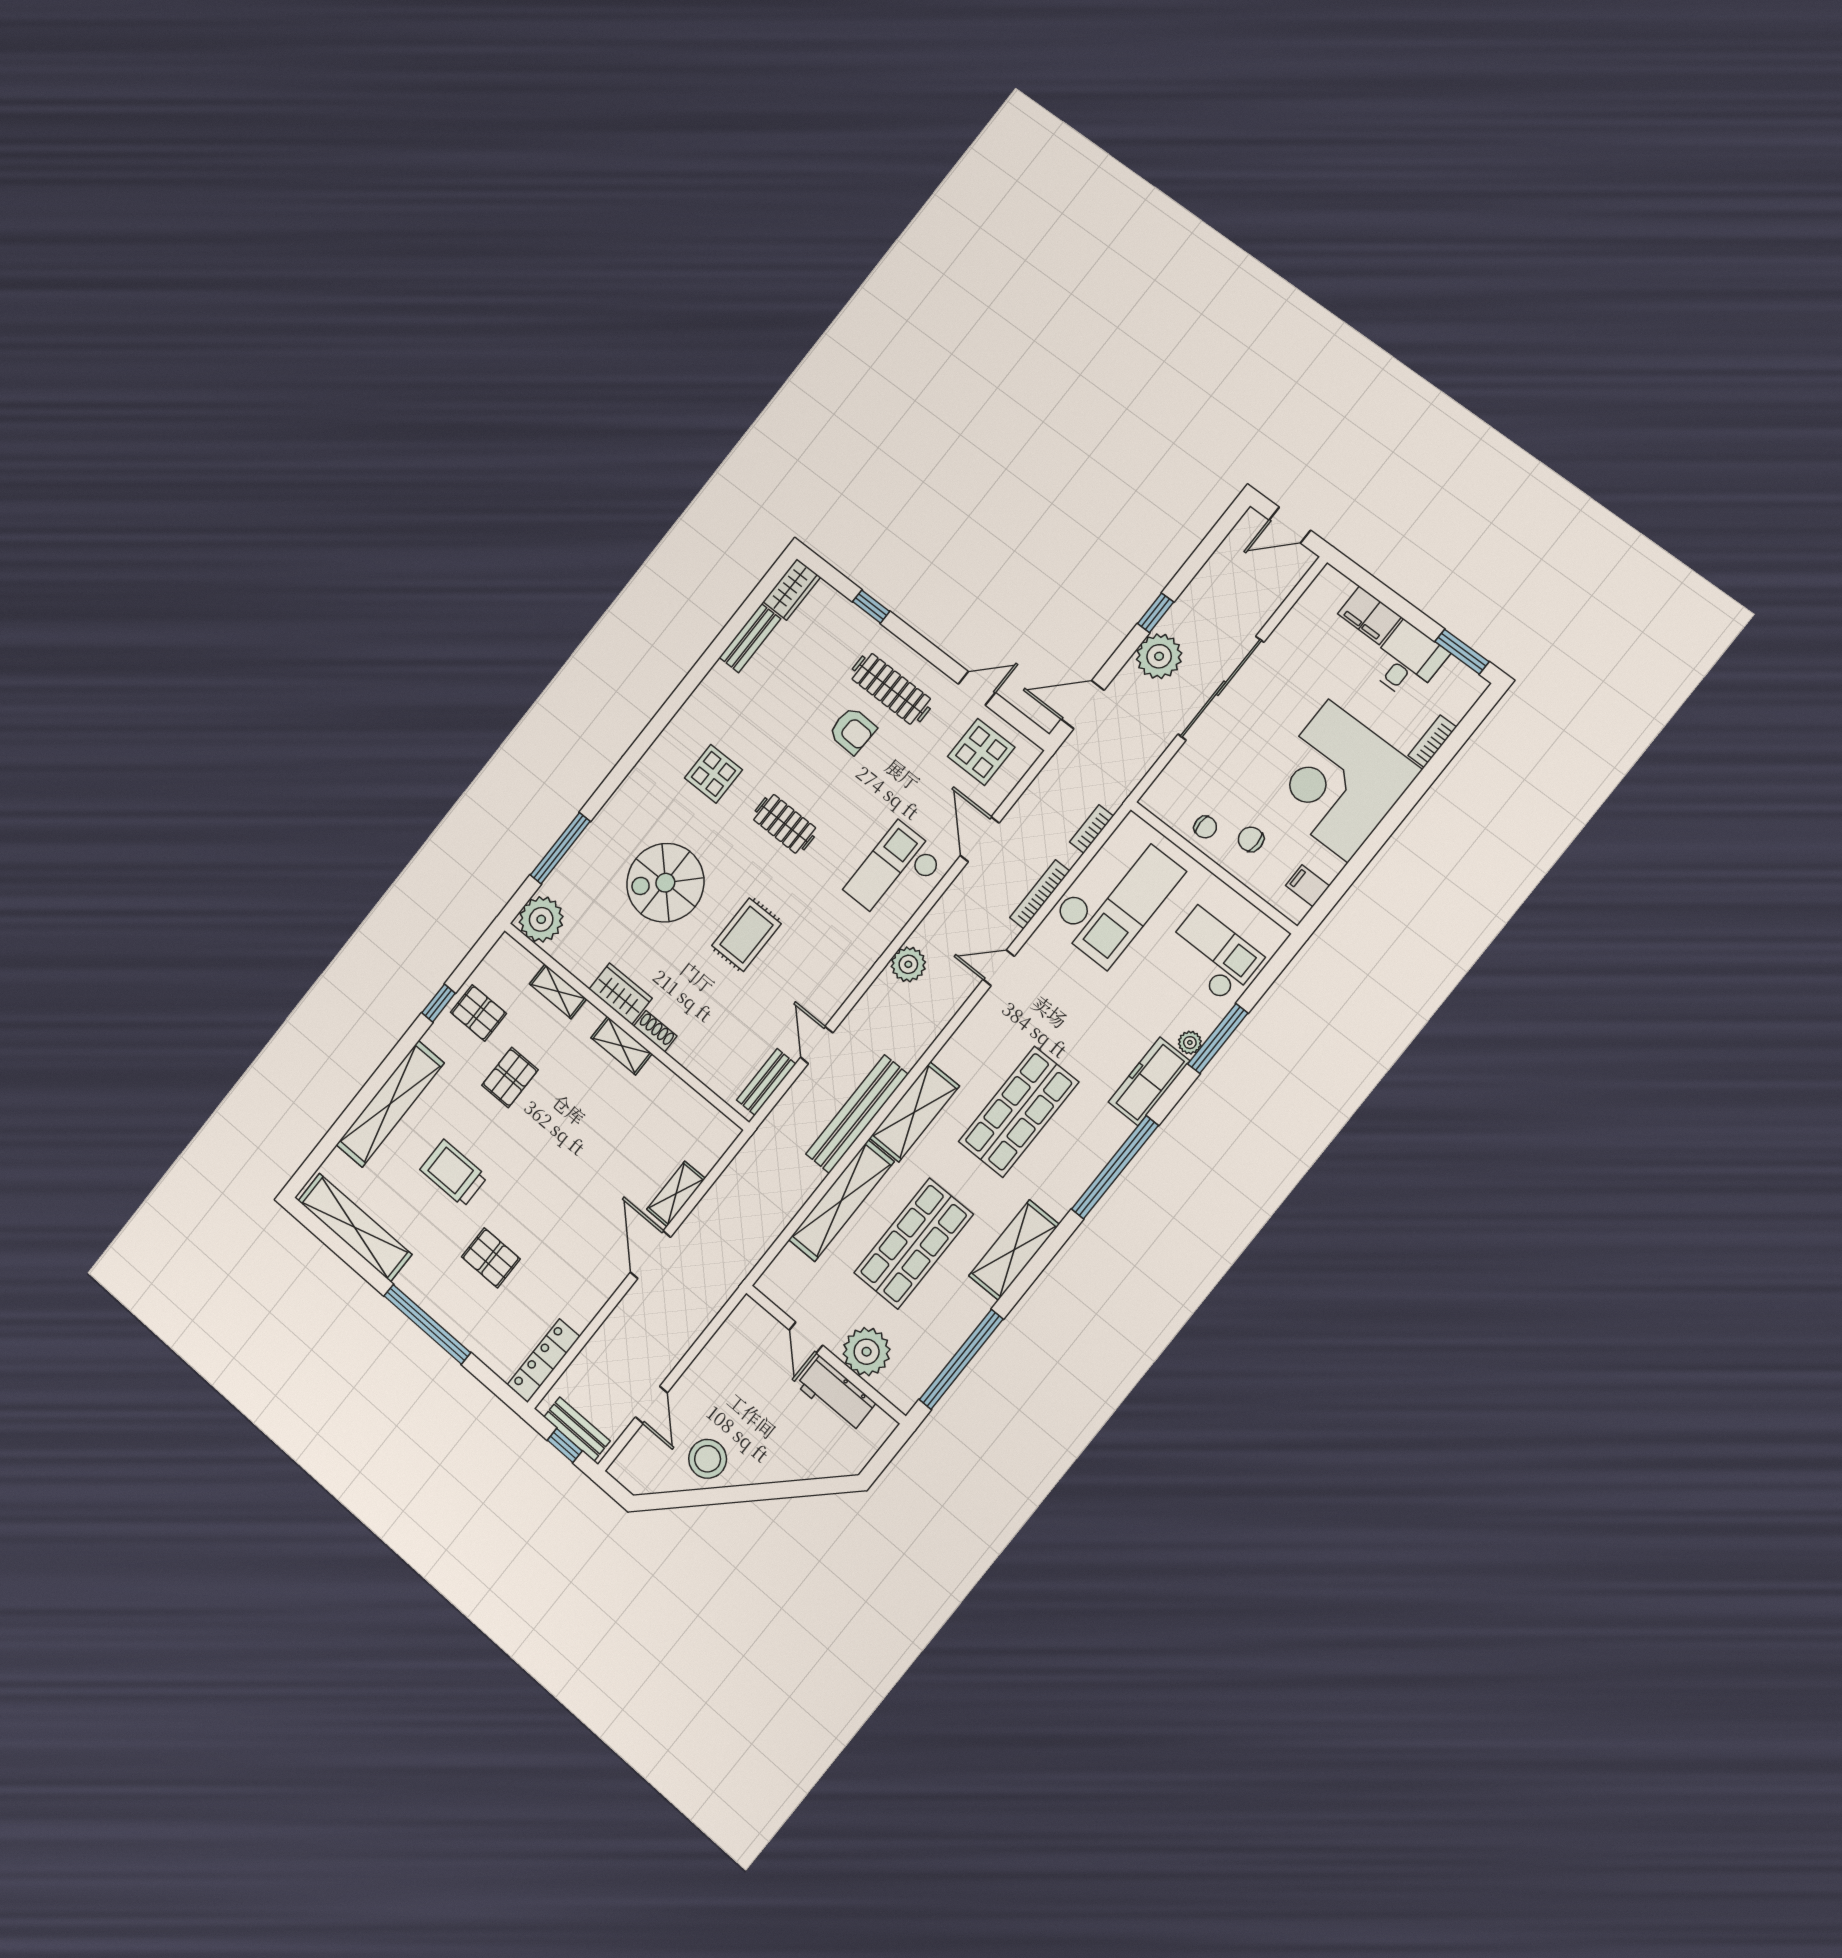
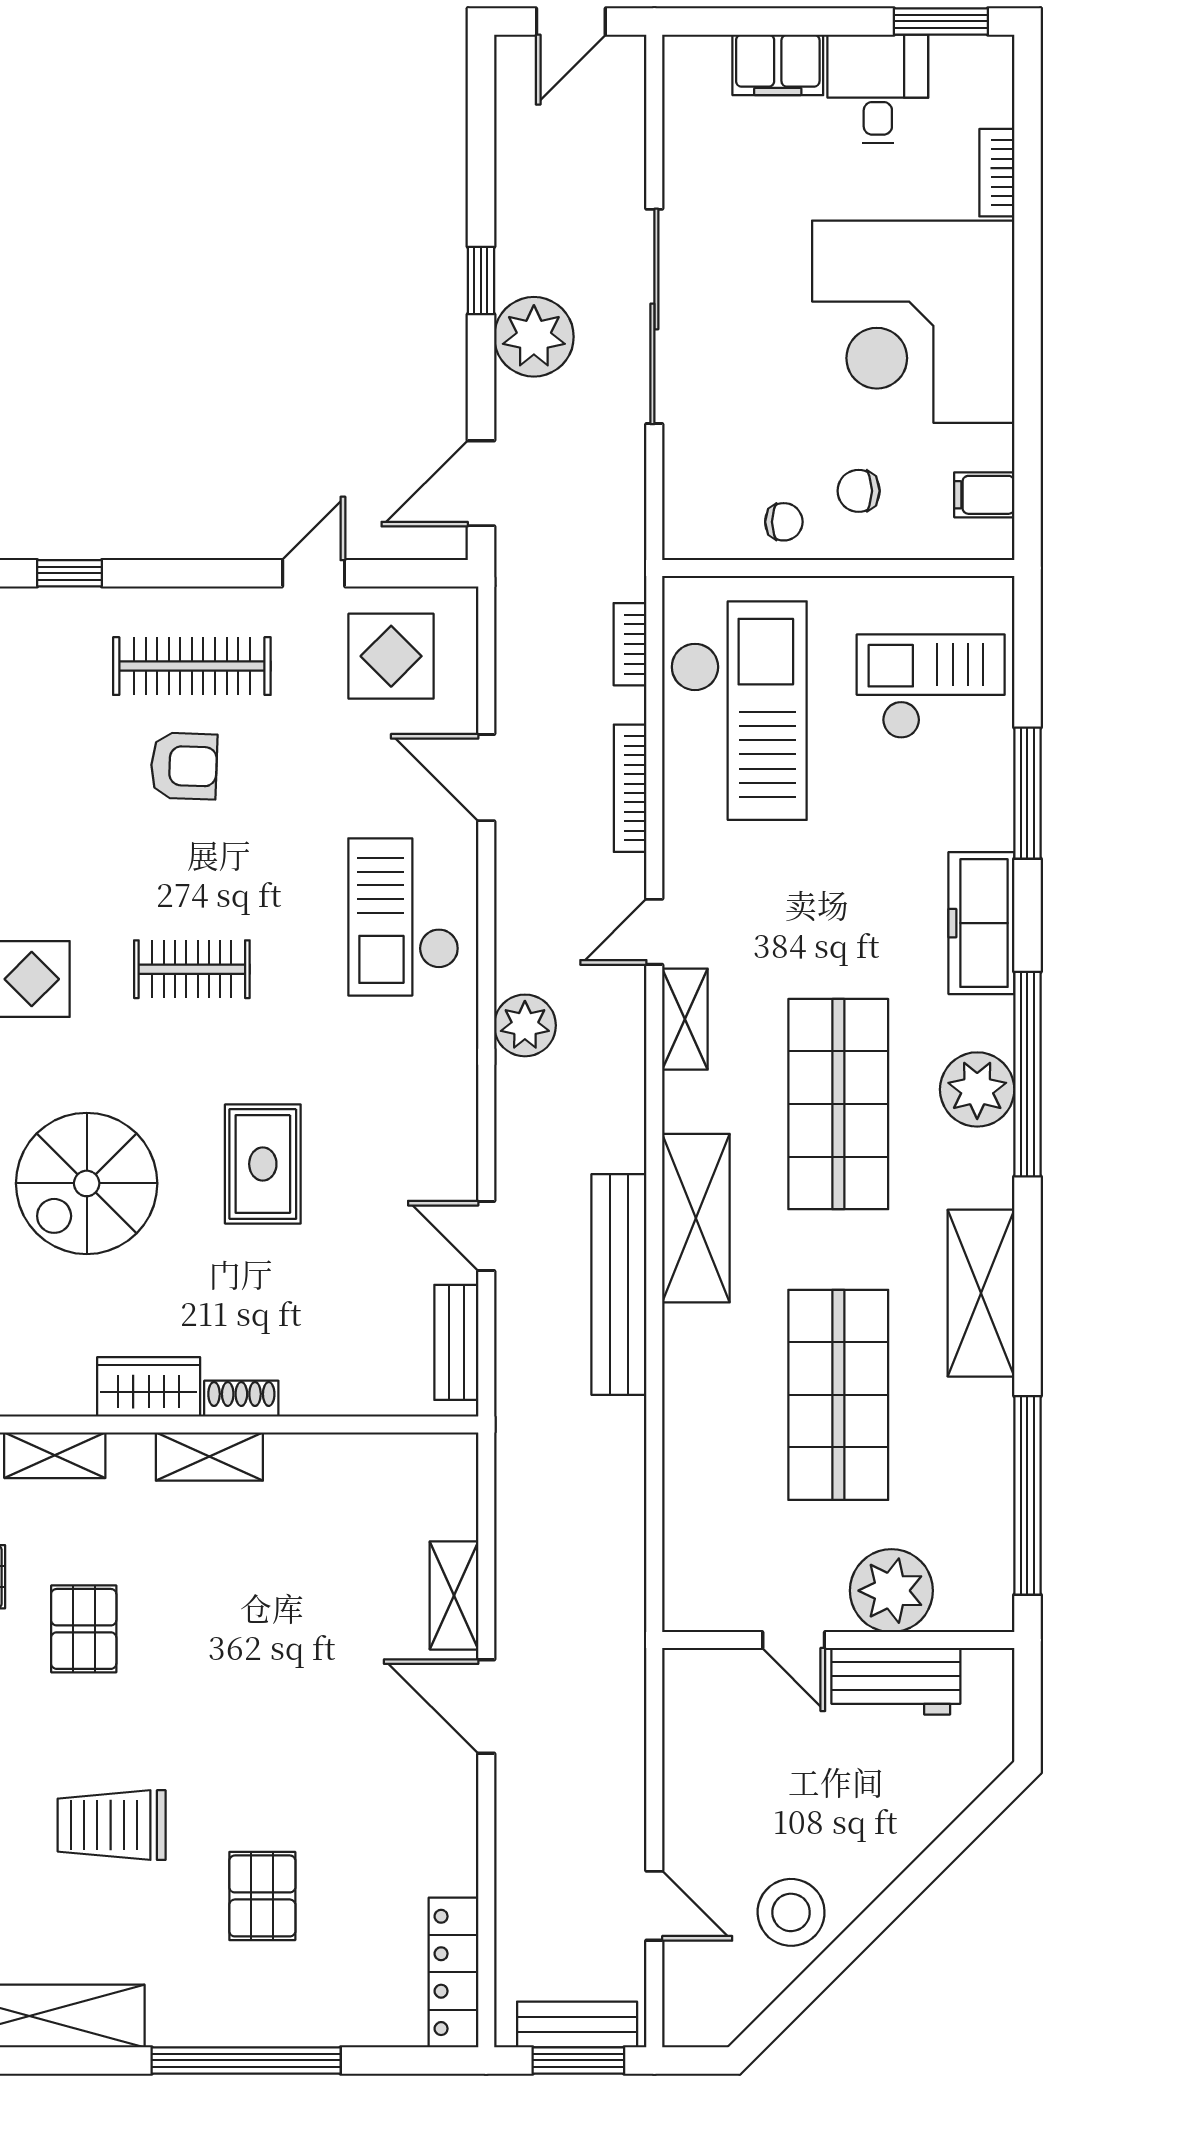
plant: (1190, 1043) -> (977, 1089), moved, width x1.88, depth x1.88
shelving: (841, 1201) -> (685, 1019), moved, width x0.45, depth x0.75
pallet: (491, 1258) -> (262, 1896), turned 90
window: (565, 1446) -> (578, 2060), width x1.50

